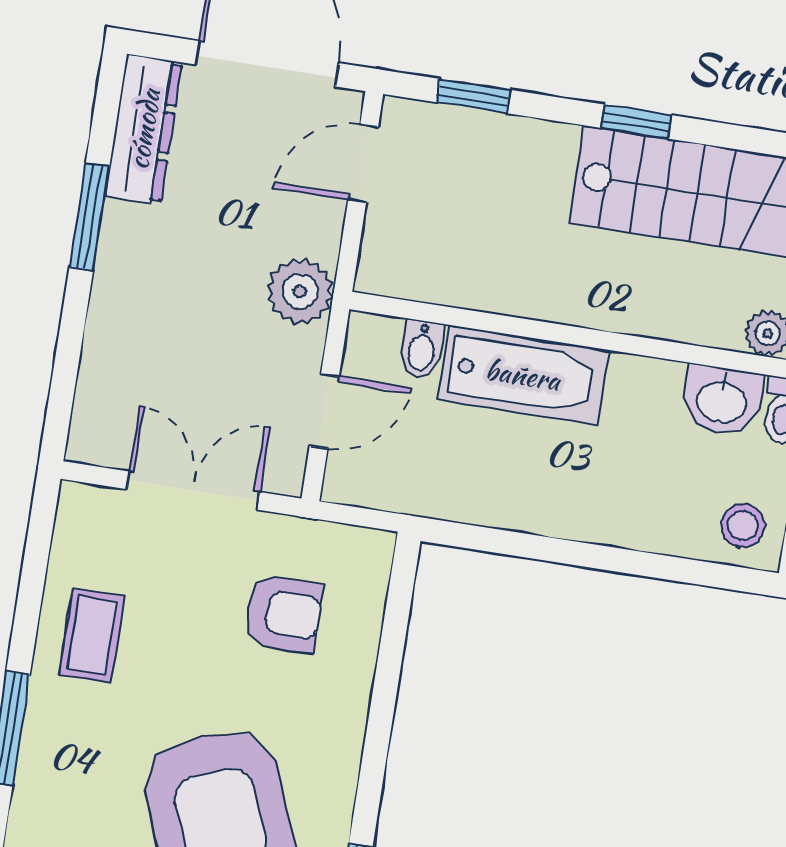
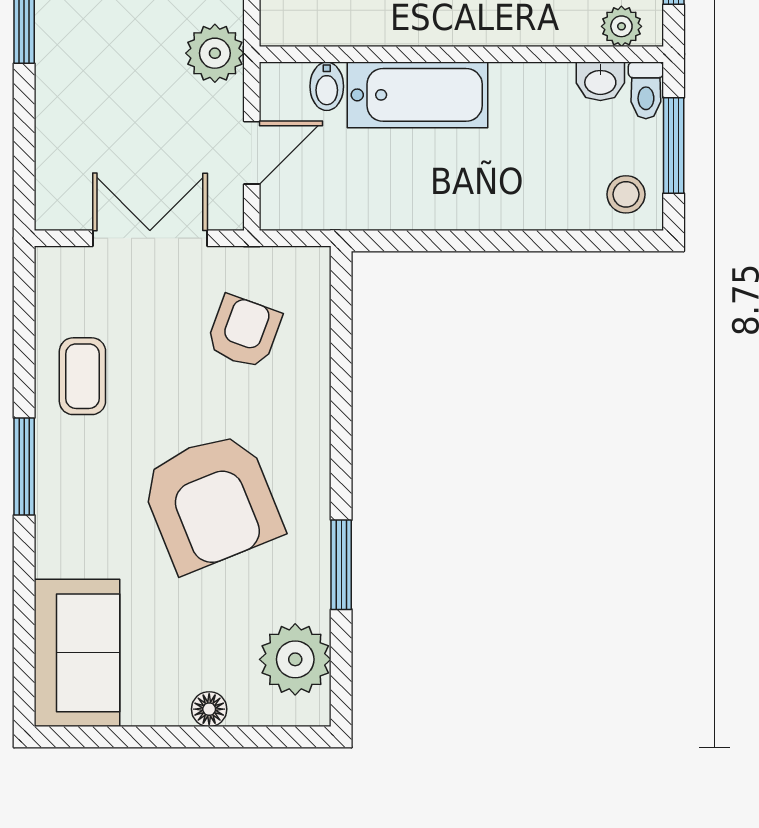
washbasin: (722, 400) -> (600, 81), width x0.72, depth x0.69
armchair: (284, 614) -> (244, 332), turned -70

